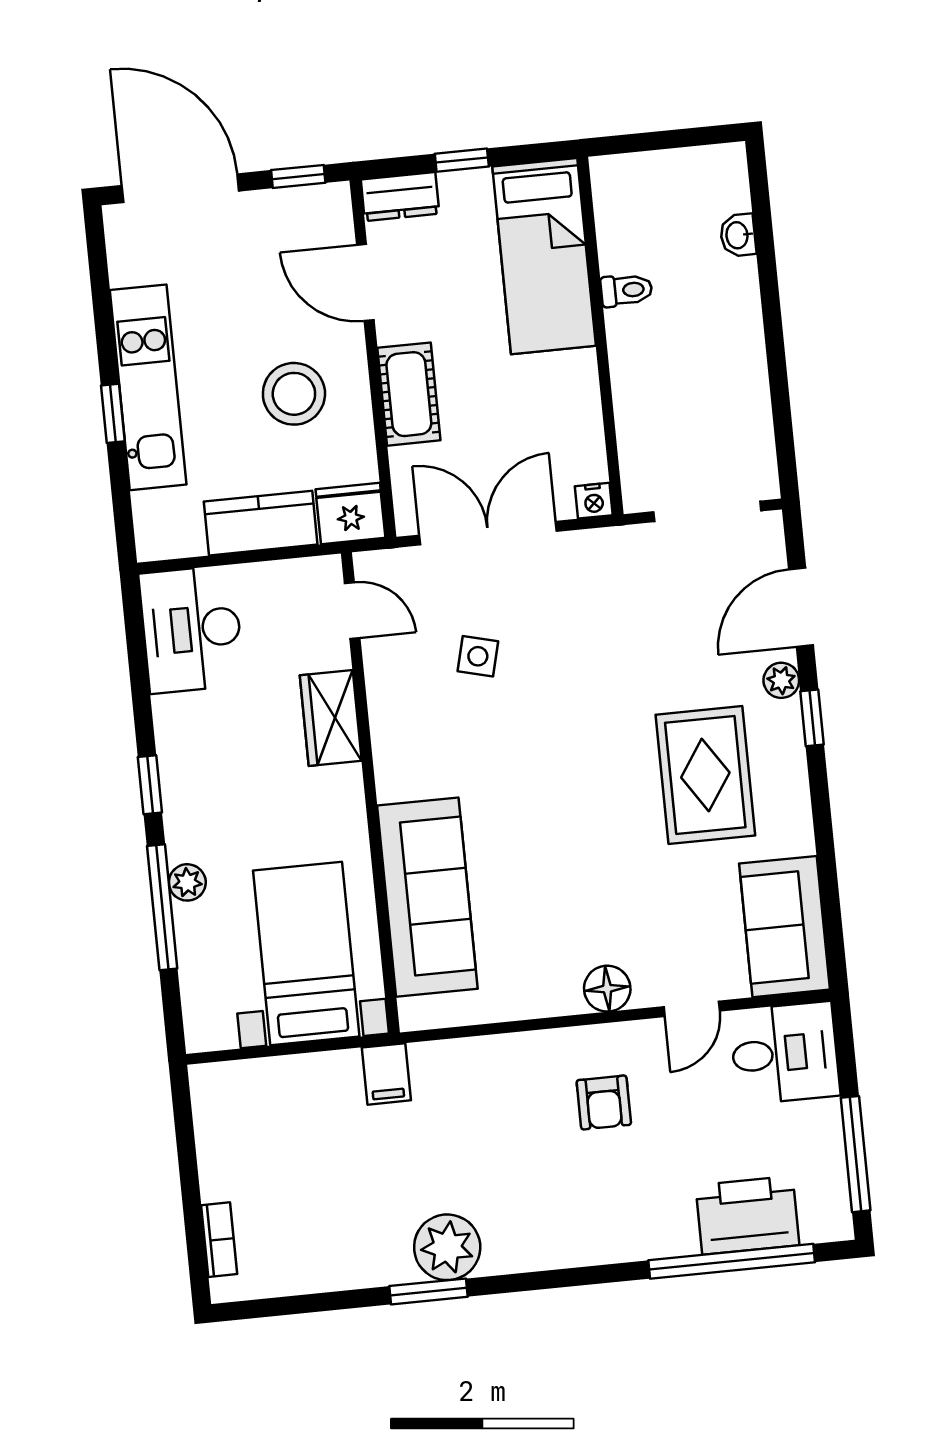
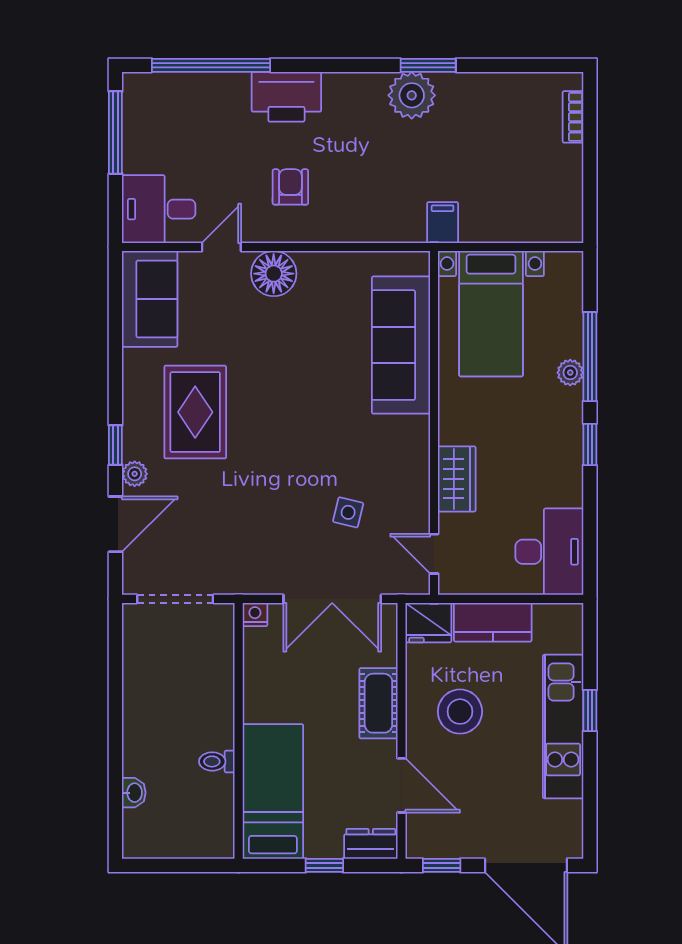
floor lamp: (607, 989) -> (274, 274), width x1.38, depth x1.38
printer: (747, 1215) -> (286, 97), moved

